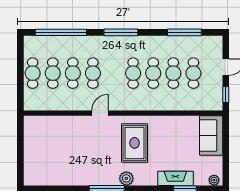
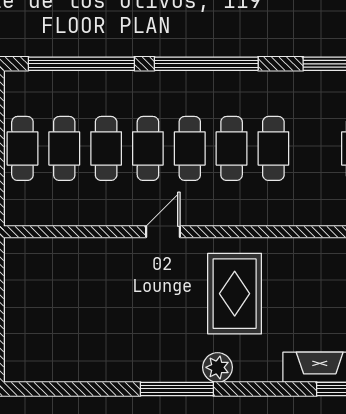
window: (121, 32) -> (206, 64), width x1.46
cafe table: (173, 73) -> (190, 148), moved

